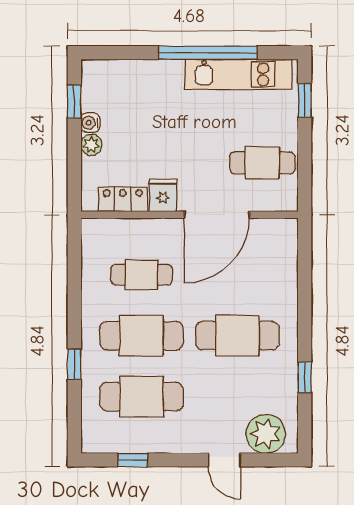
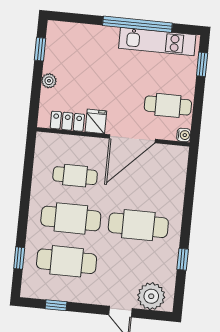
water cooler: (90, 123) -> (184, 135), moved, turned 180
window: (74, 364) -> (19, 258), moved

